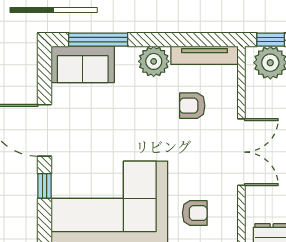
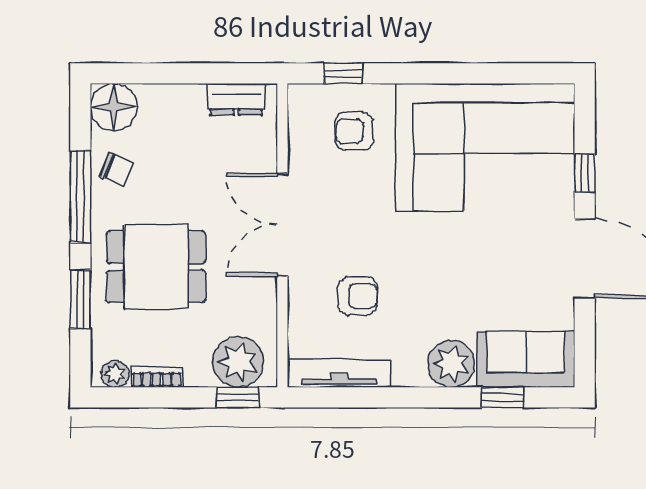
window: (98, 40) -> (502, 397), width x0.46
plant: (154, 61) -> (451, 364), moved

